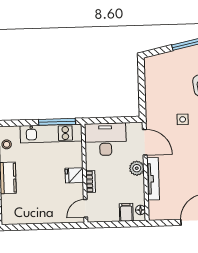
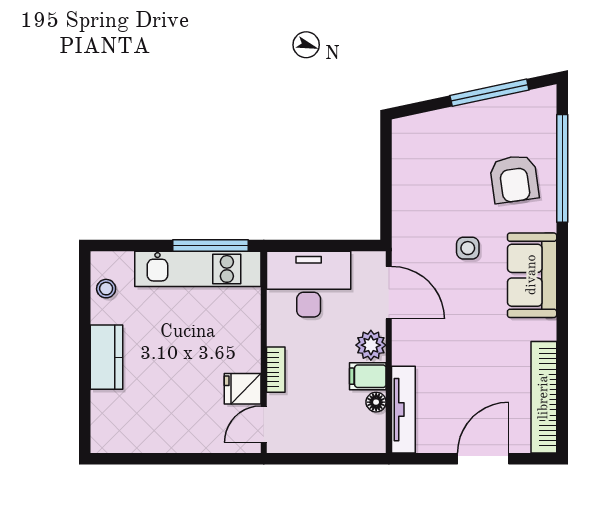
fridge: (74, 175) -> (243, 389), moved
tv unit: (153, 179) -> (403, 410), moved
floor lamp: (141, 210) -> (376, 402), moved
filing cabinet: (126, 212) -> (368, 376), moved, turned -90

